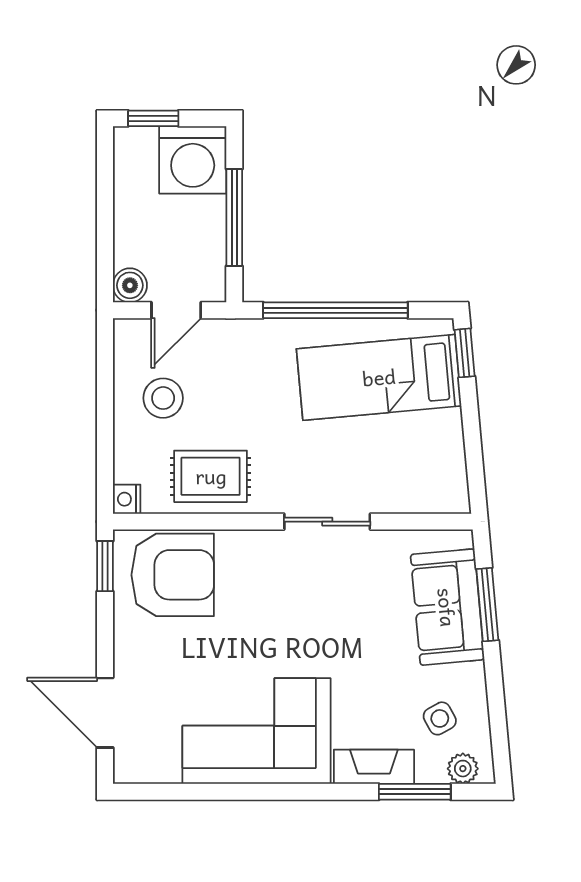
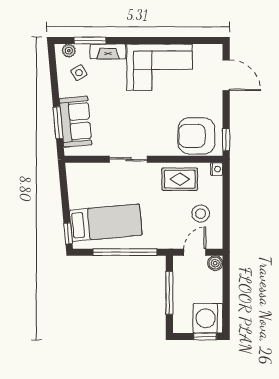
washing machine: (193, 160) -> (208, 318), moved, turned -90

